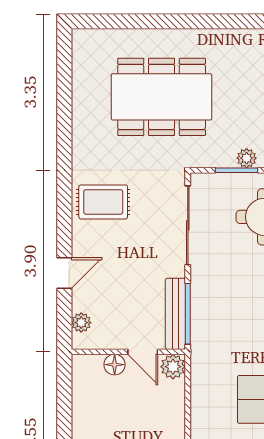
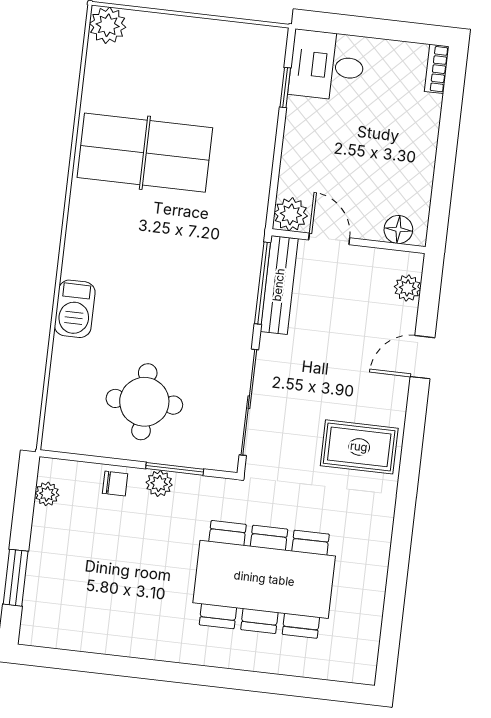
floor lamp: (115, 365) -> (398, 229), moved

